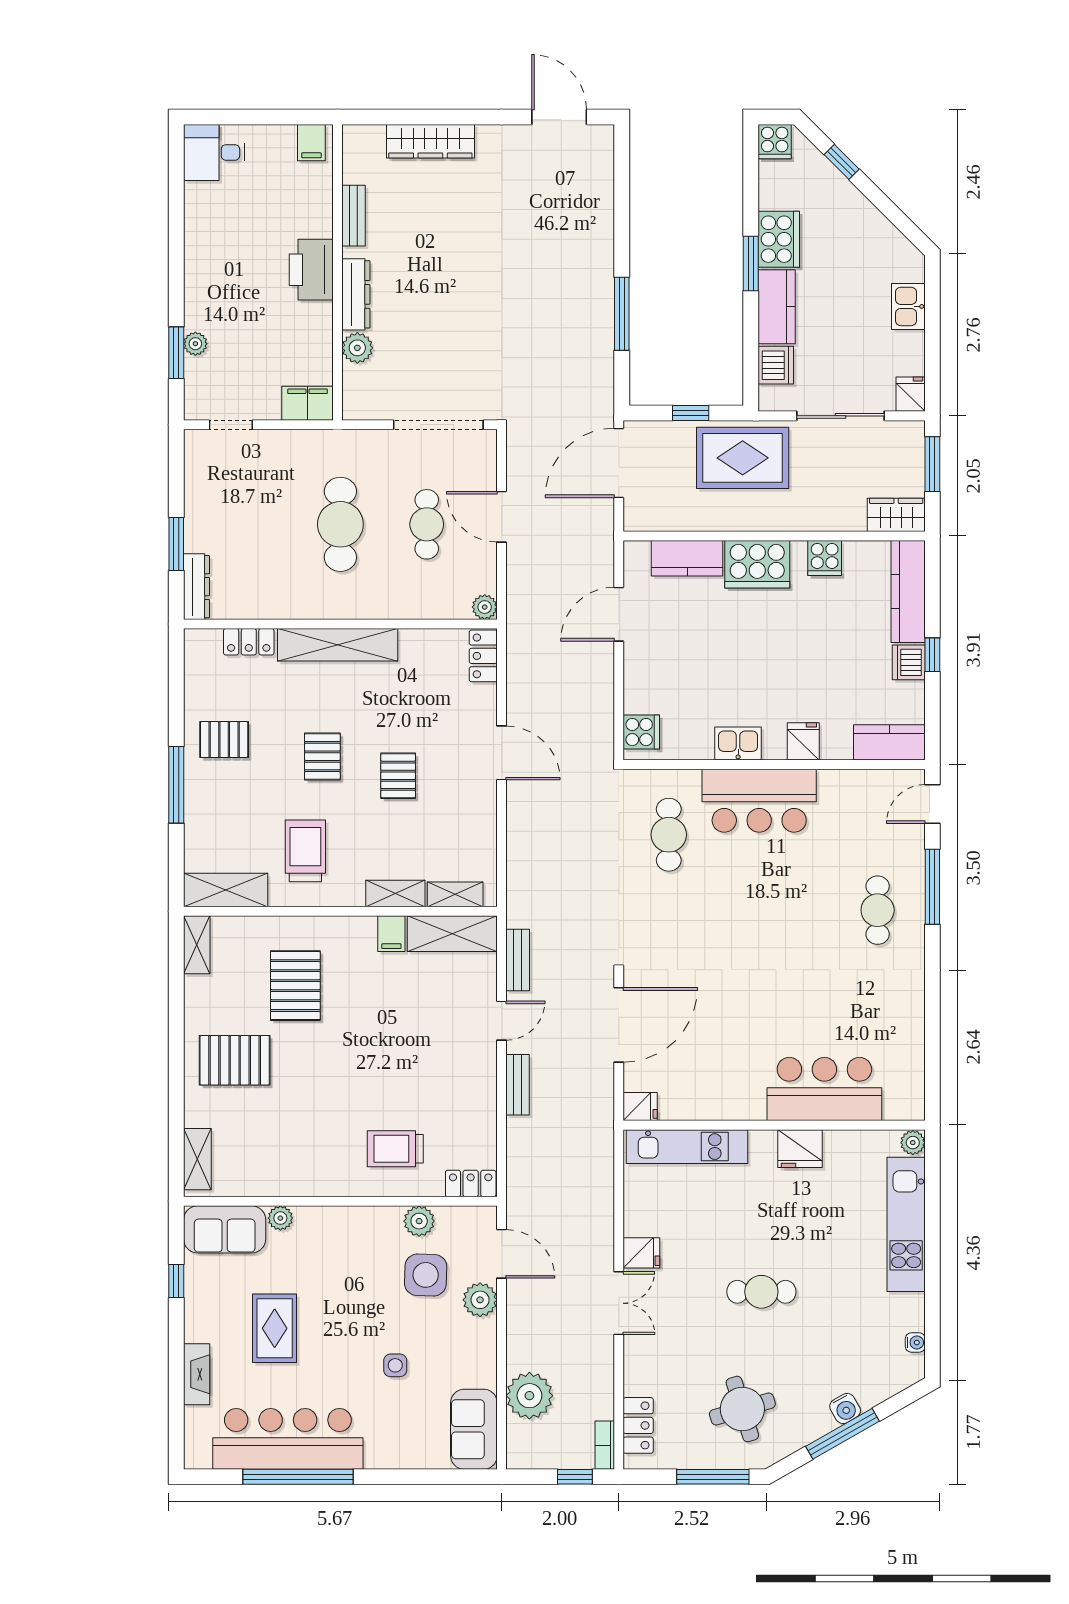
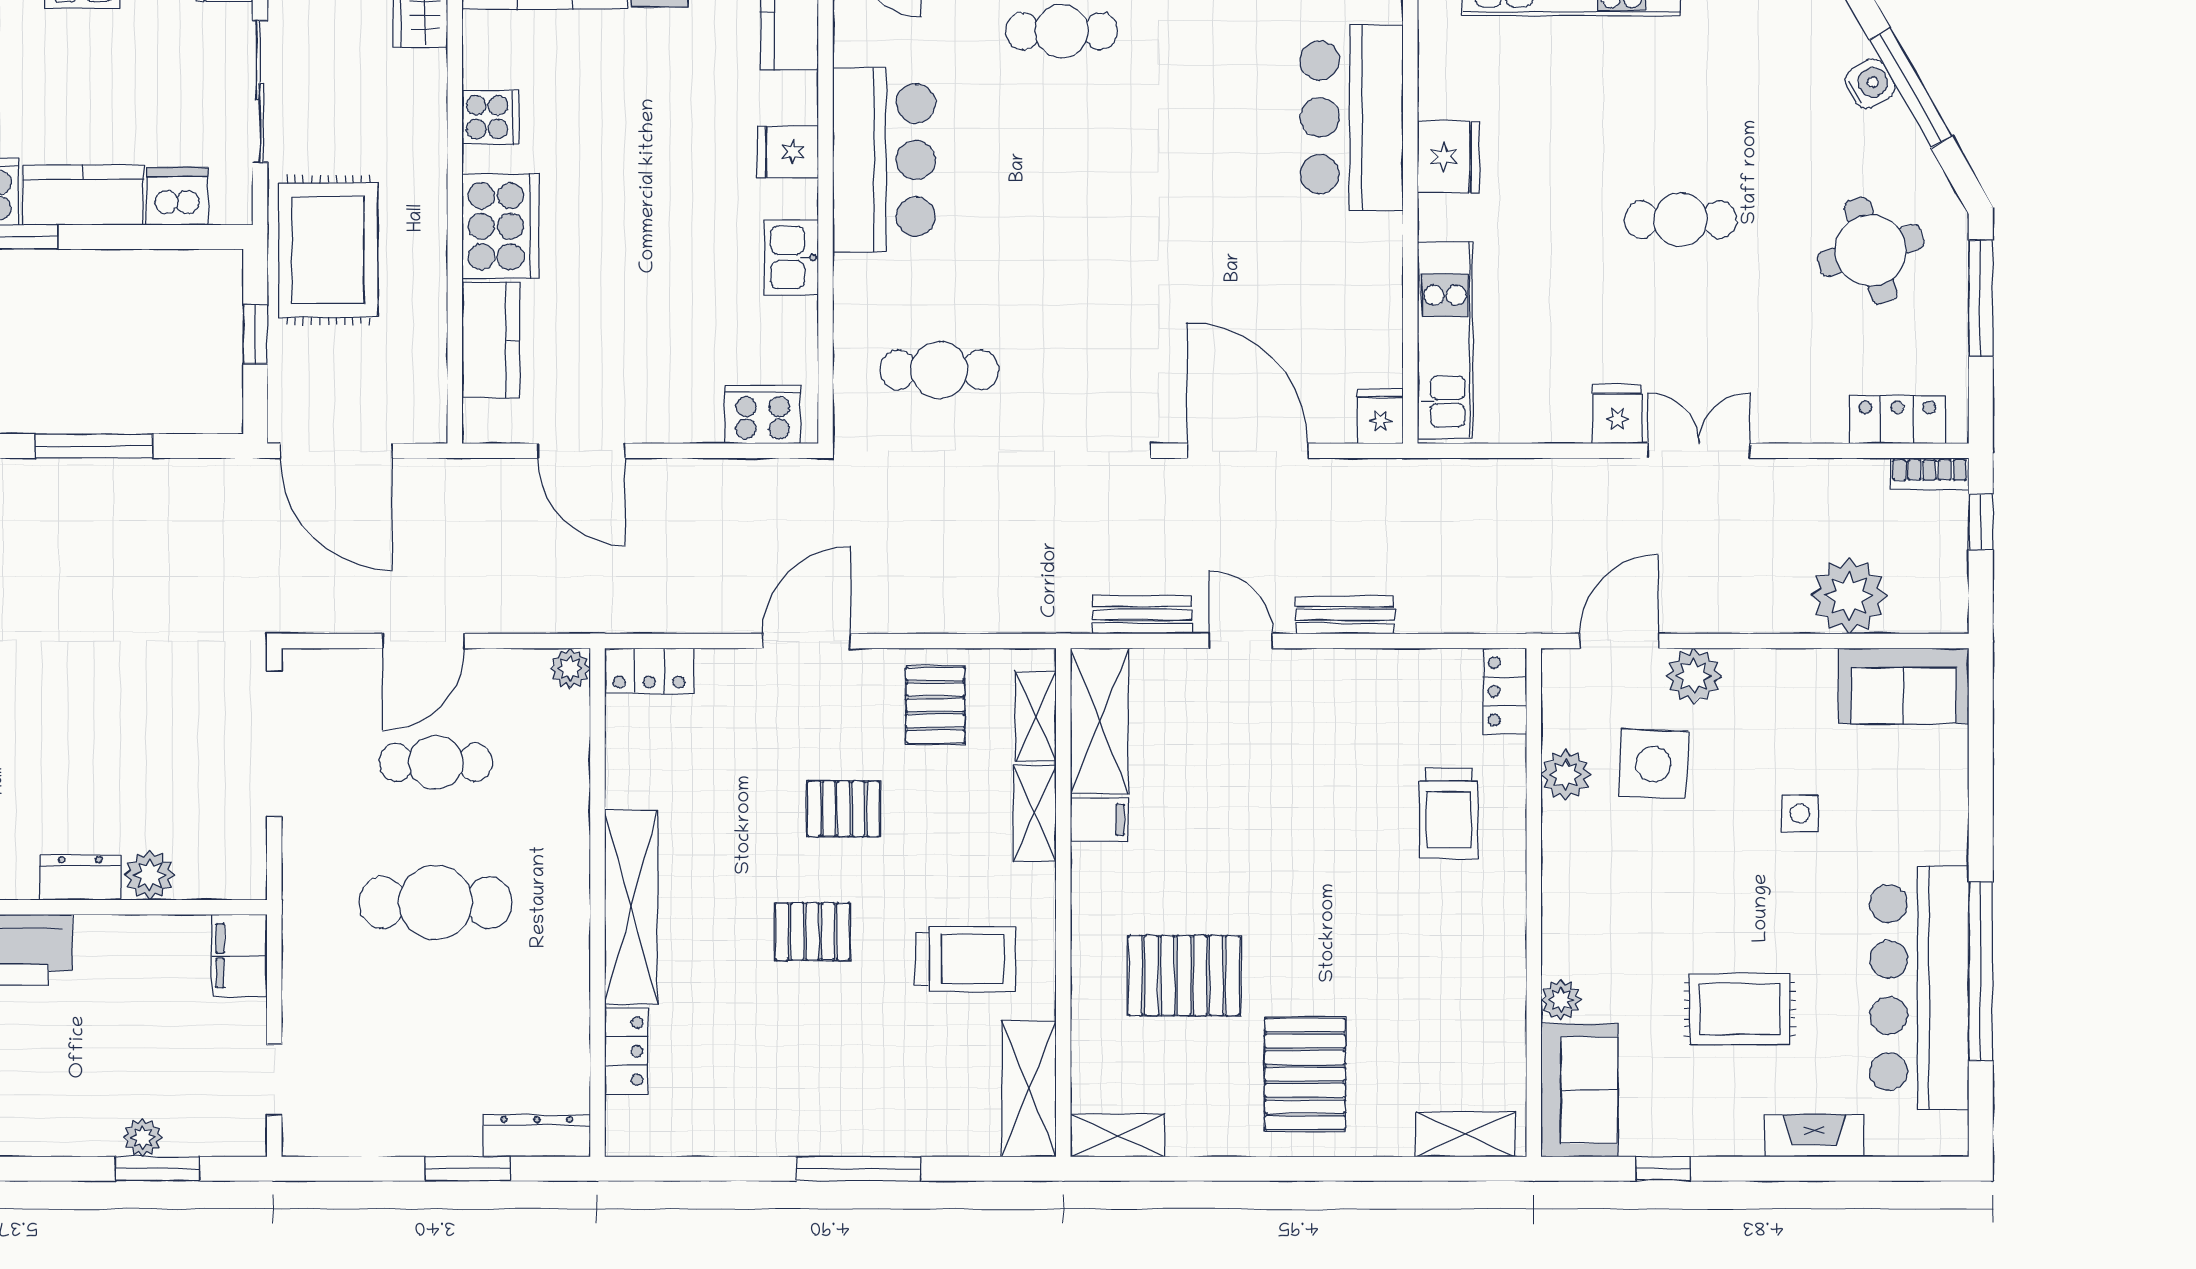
dresser: (356, 294) -> (80, 877), width x0.70
cooker: (641, 732) -> (763, 414), width x1.36
pallet: (224, 740) -> (935, 705), moved
bar counter: (759, 801) -> (884, 160), moved
trolley: (305, 851) -> (966, 959), turned 180
cafe table: (761, 1292) -> (1681, 220), turned 90

